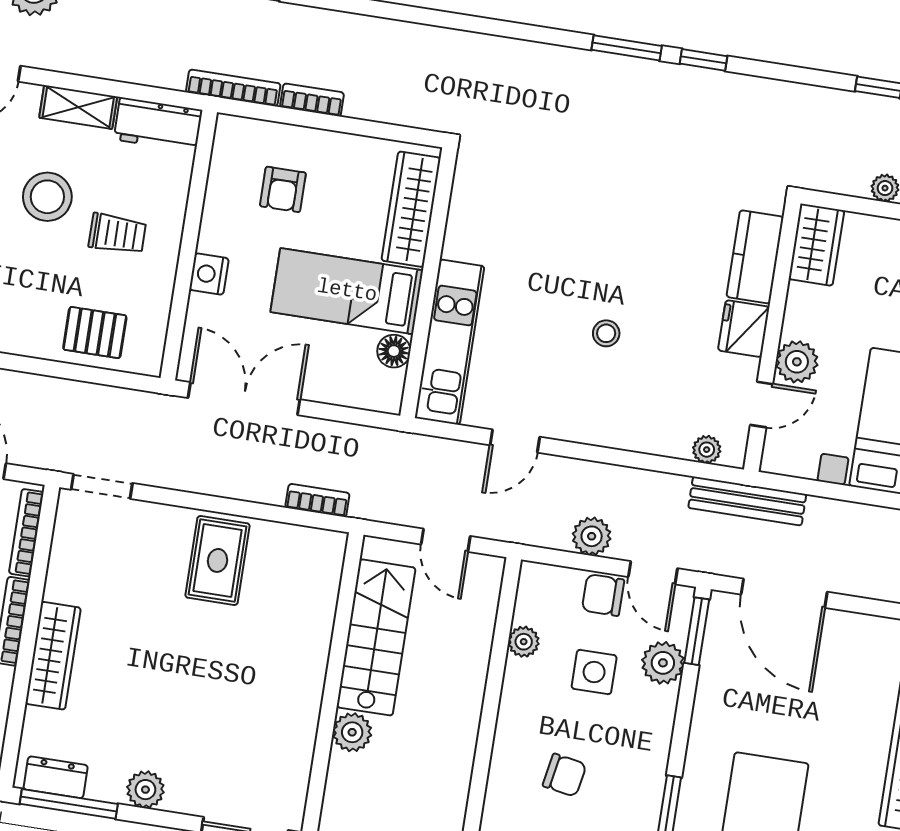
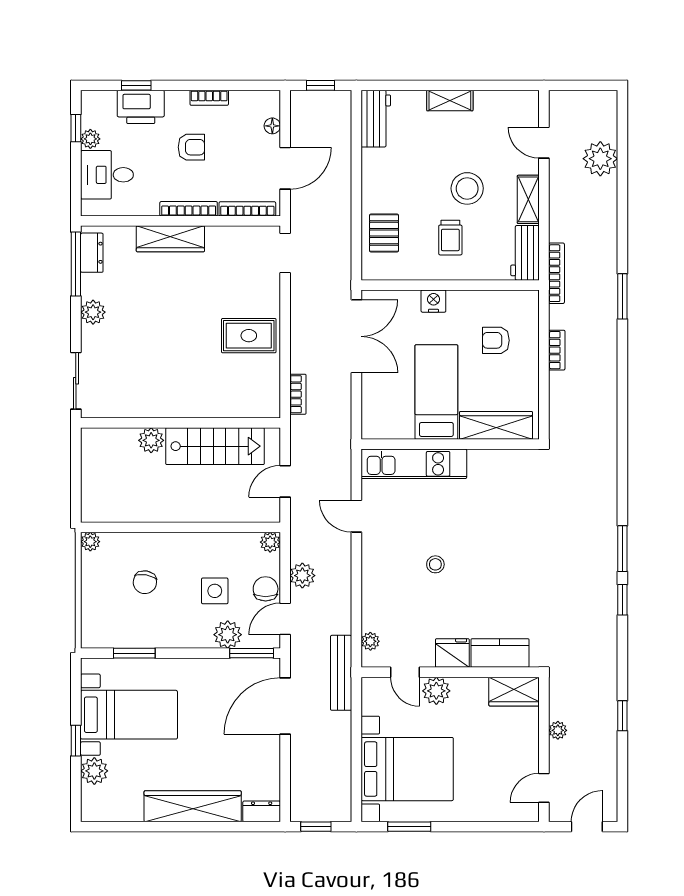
bookcase: (233, 88) -> (557, 273), moved
floor lamp: (394, 351) -> (402, 429), removed
plant: (524, 642) -> (270, 542), moved

